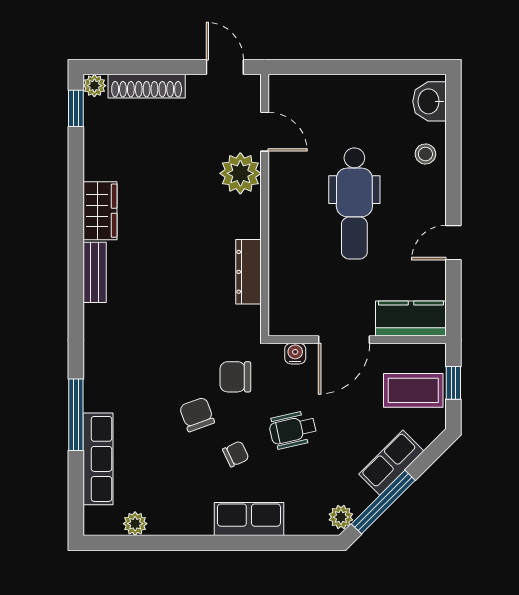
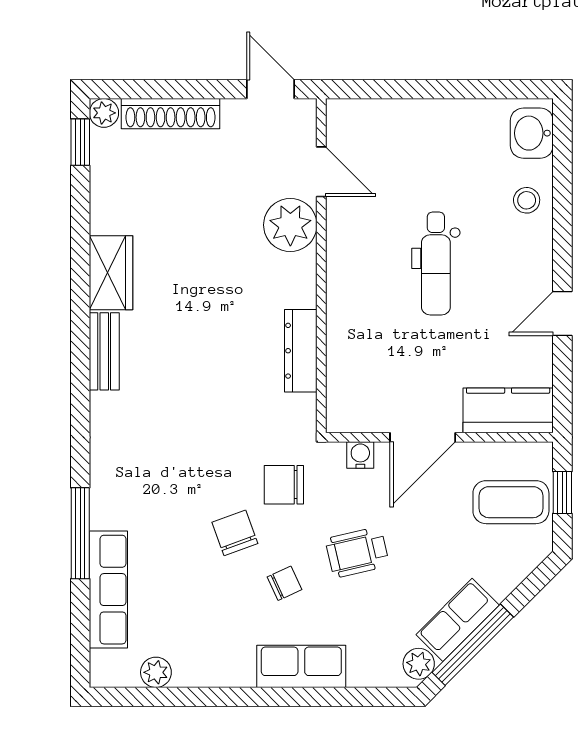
dental chair: (354, 204) -> (436, 264), width x0.73, depth x0.72
row of seats: (391, 463) -> (458, 620), moved

